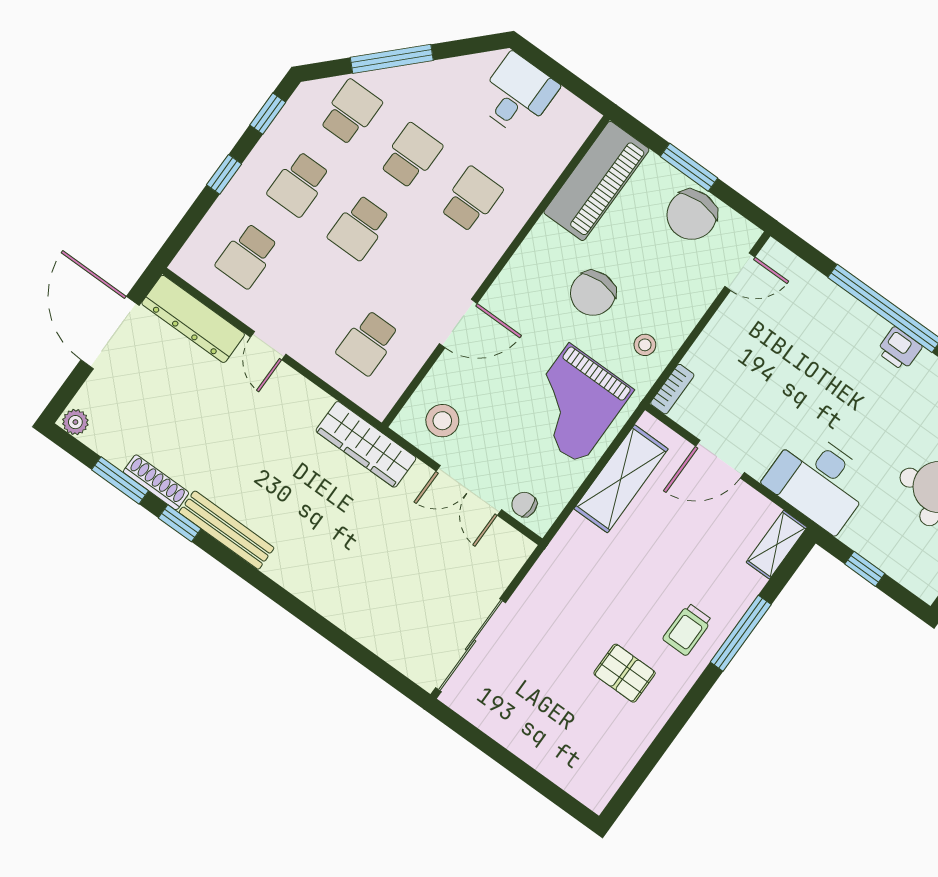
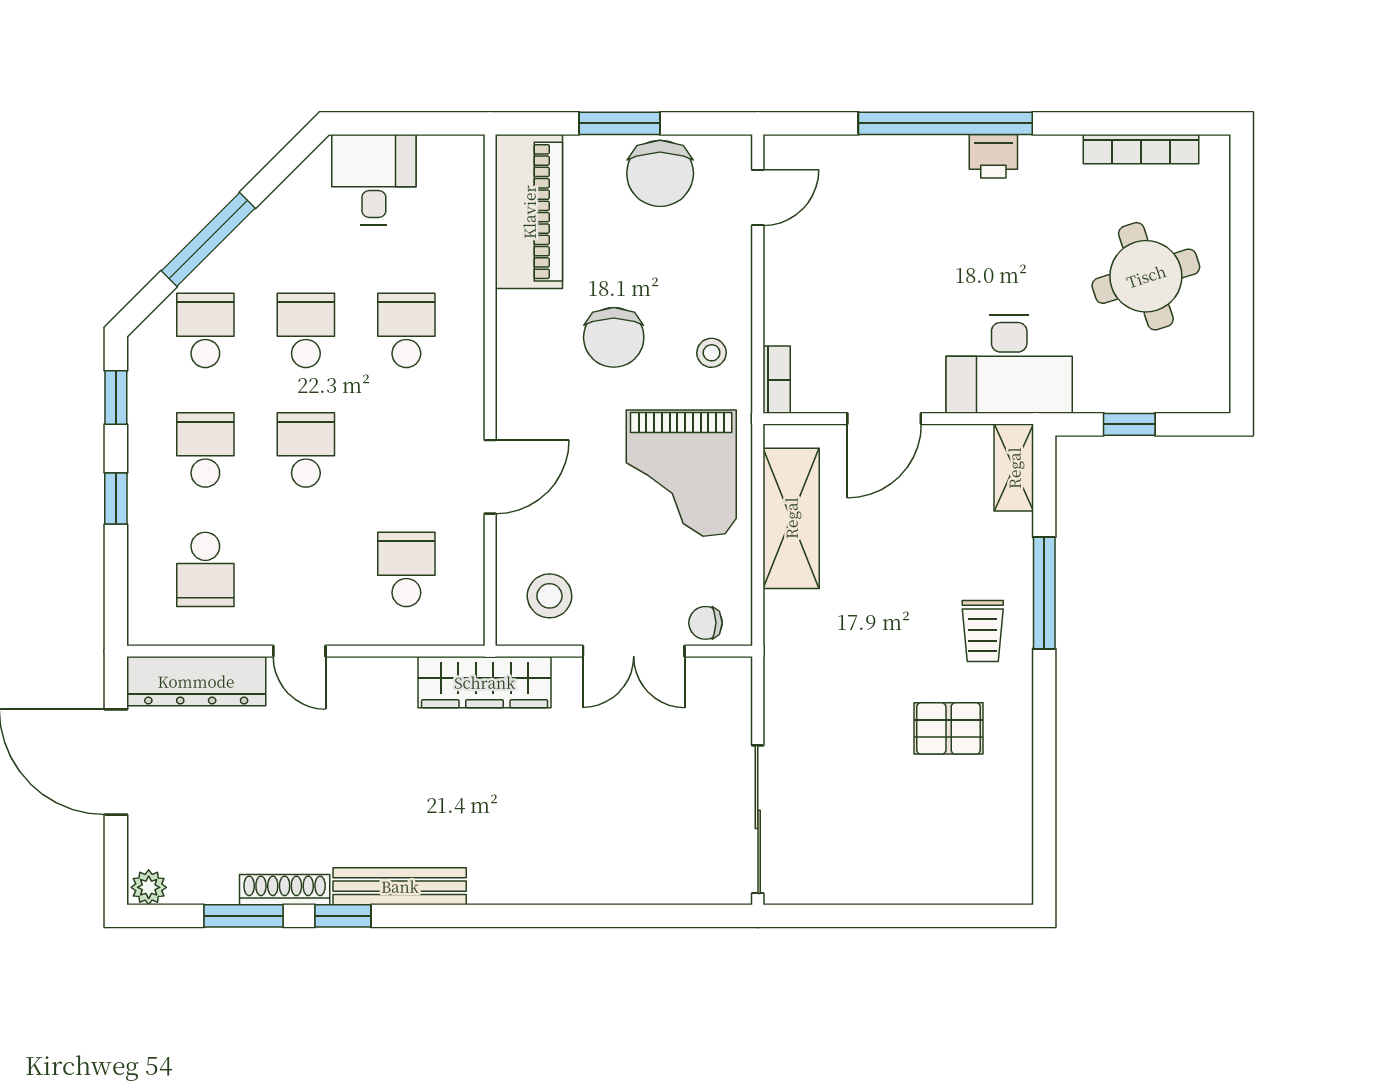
school desk: (299, 184) -> (205, 450), turned 180
school desk: (359, 227) -> (306, 450), turned 180
school desk: (368, 343) -> (406, 569), turned 180

